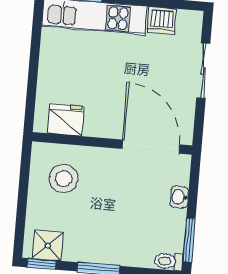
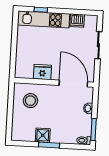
fridge: (66, 120) -> (42, 72), moved
shower: (48, 246) -> (43, 135), moved
window: (42, 264) -> (20, 143), removed

